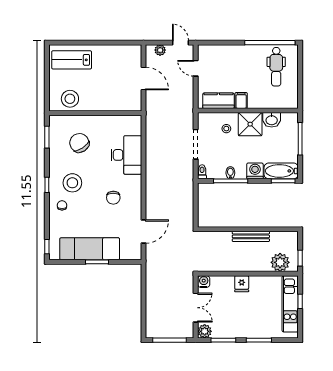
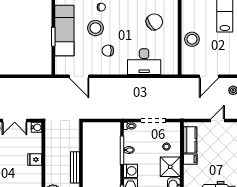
stool: (70, 99) -> (192, 39), moved
stool: (72, 183) -> (95, 28), moved

